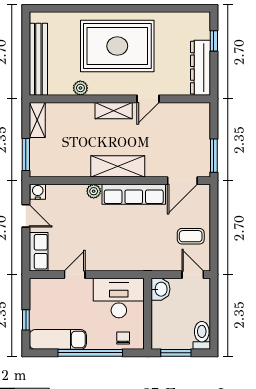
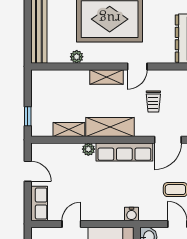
shelving: (37, 120) -> (69, 129), moved, turned 90
trolley: (166, 138) -> (153, 101), added
window: (26, 154) -> (28, 116), width x0.67
water cooler: (38, 192) -> (131, 214), moved, turned 180

